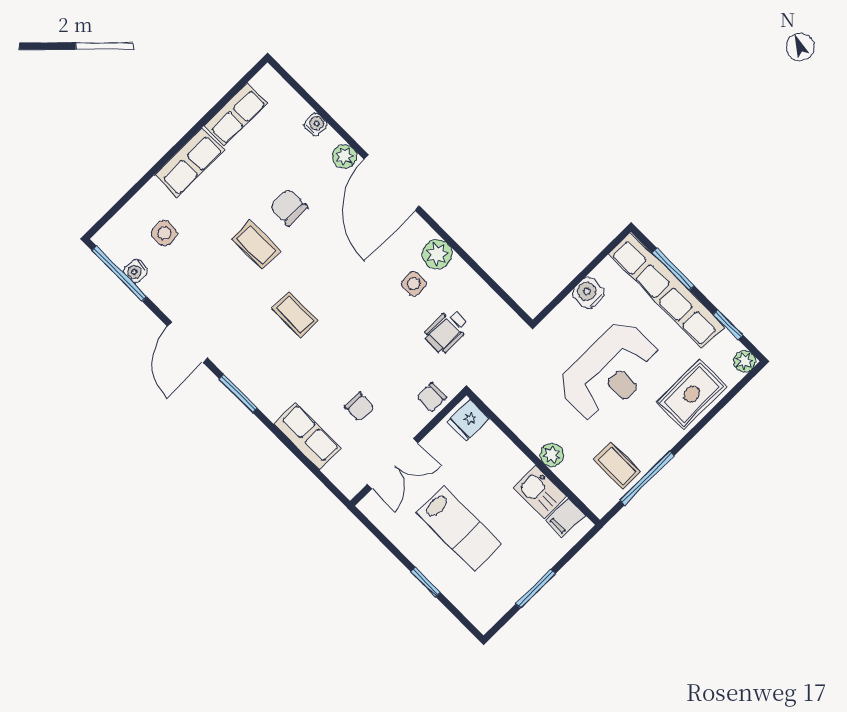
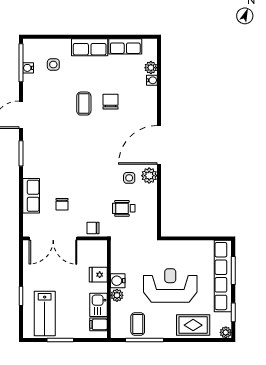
plant: (344, 156) -> (151, 68), moved
door: (392, 183) -> (159, 145), moved
water cooler: (588, 293) -> (118, 281), moved, turned -90
coffee table: (295, 315) -> (72, 145), removed
reception desk: (609, 372) -> (170, 285), turned 180
fridge: (468, 420) -> (98, 275), moved
double door: (393, 464) -> (53, 238), width x1.37
lab bench: (459, 528) -> (45, 314), moved

